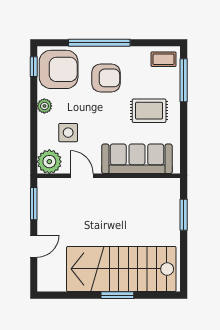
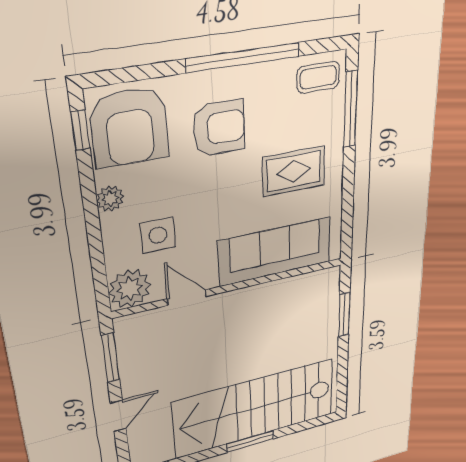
window: (99, 43) -> (243, 57), moved
armchair: (59, 69) -> (130, 127), turned 90

